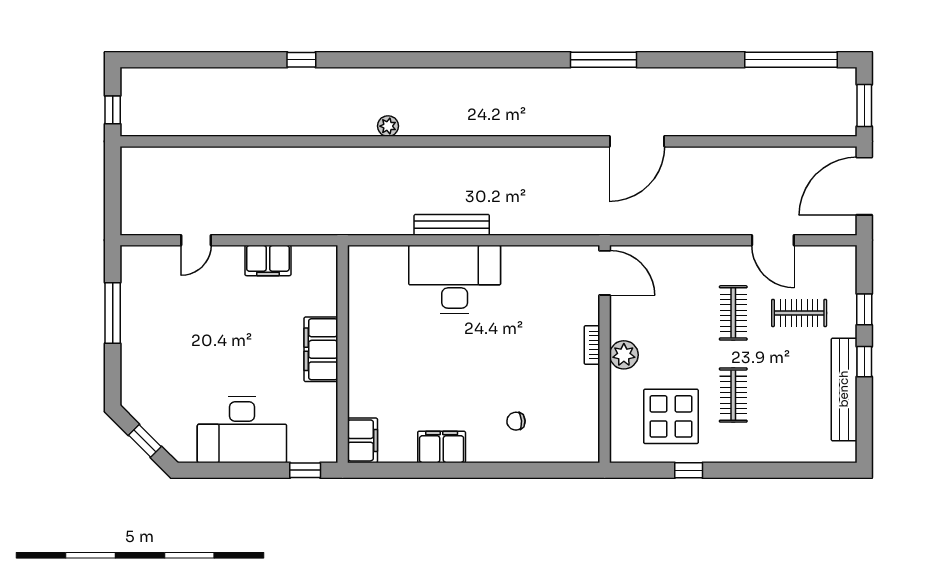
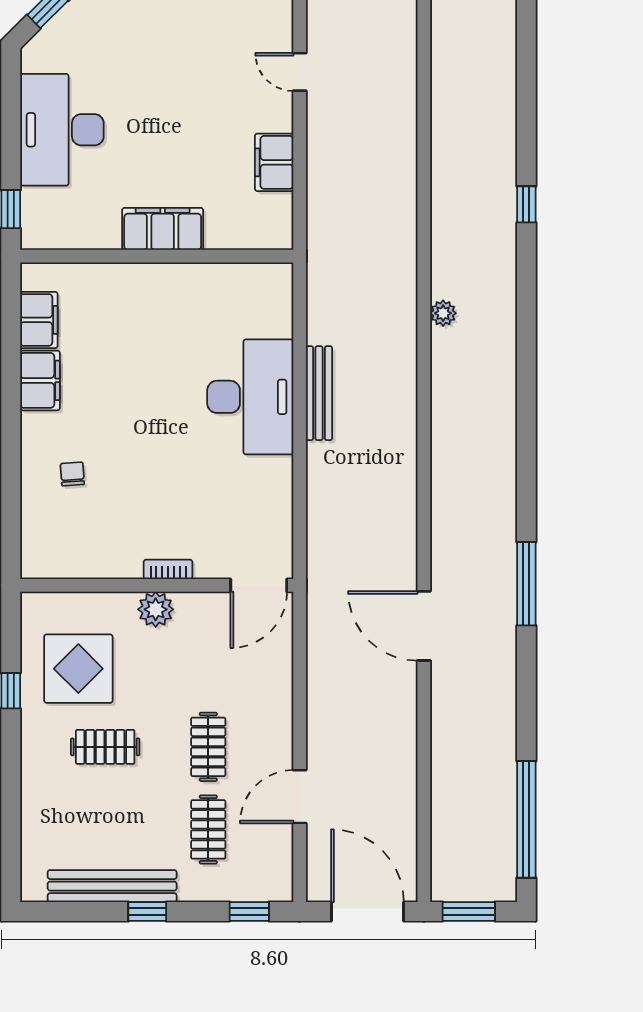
window: (864, 309) -> (249, 911), moved
clothes rail: (733, 313) -> (208, 747), turned 90
filing cabinet: (362, 440) -> (39, 320), moved, turned -90

